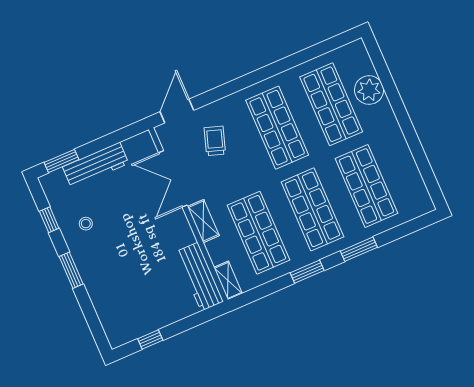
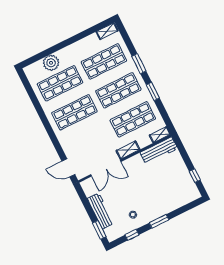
trolley: (215, 141) -> (84, 146), removed
shelving: (421, 195) -> (107, 31), added

